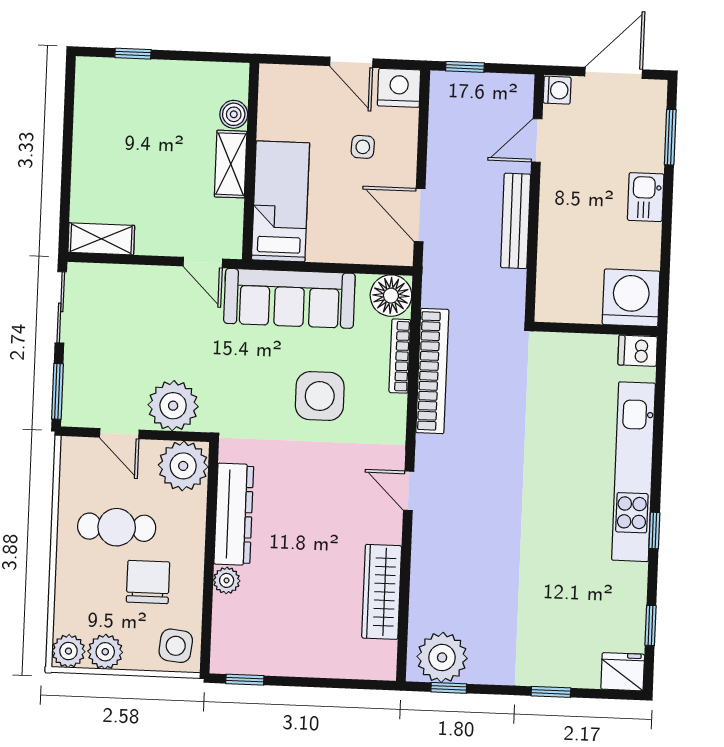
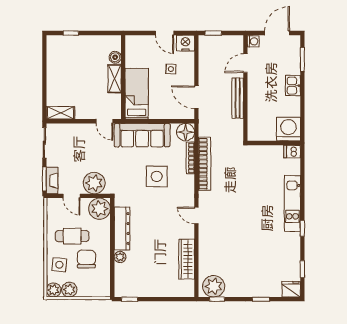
fireplace: (75, 396) -> (52, 181), added
kitchen unit: (633, 472) -> (292, 203), width x0.73
side table: (176, 646) -> (59, 265), moved

